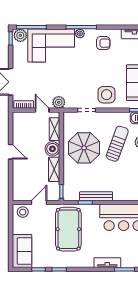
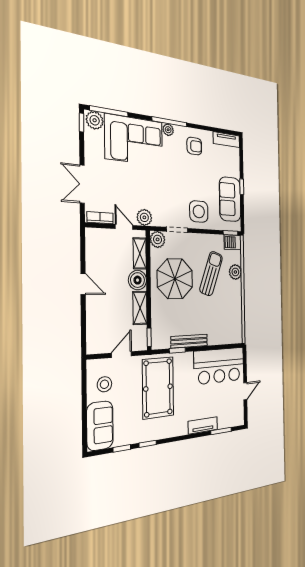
plant: (69, 118) -> (158, 239), added
stool: (23, 212) -> (104, 384), moved

